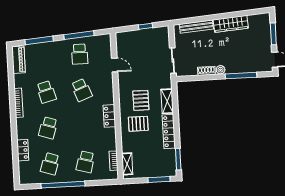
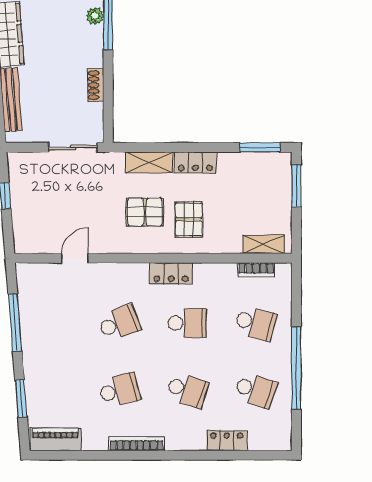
window: (39, 40) -> (21, 398), width x0.69
school desk: (80, 54) -> (187, 323), moved
plant: (220, 70) -> (95, 16), moved
locker: (169, 131) -> (195, 163), width x0.66

